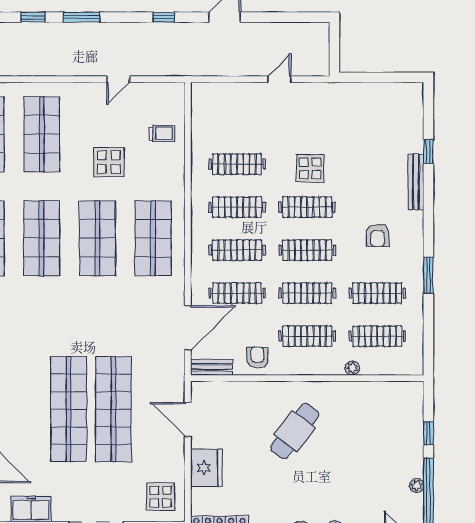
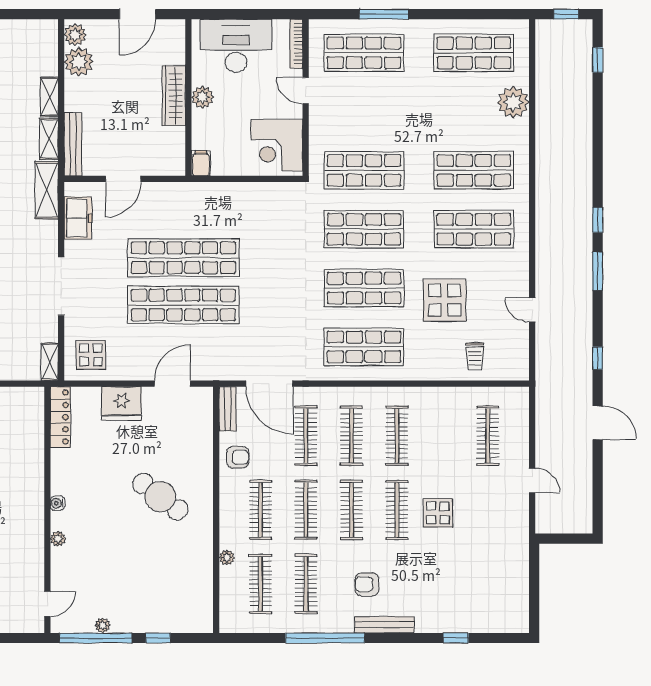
display table: (109, 162) -> (445, 300), width x1.36, depth x1.36
clothes rail: (237, 164) -> (488, 436), moved
bench: (416, 182) -> (384, 625), moved
window: (428, 275) -> (325, 638), width x2.11

